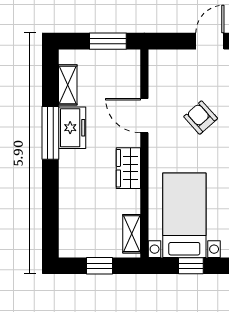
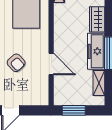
freezer: (72, 128) -> (96, 51), width x1.40
wardrobe: (128, 168) -> (97, 19), moved, turned 180

